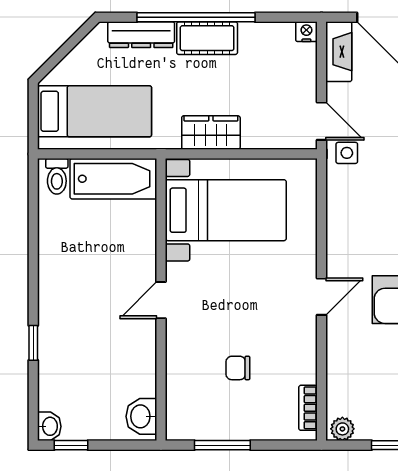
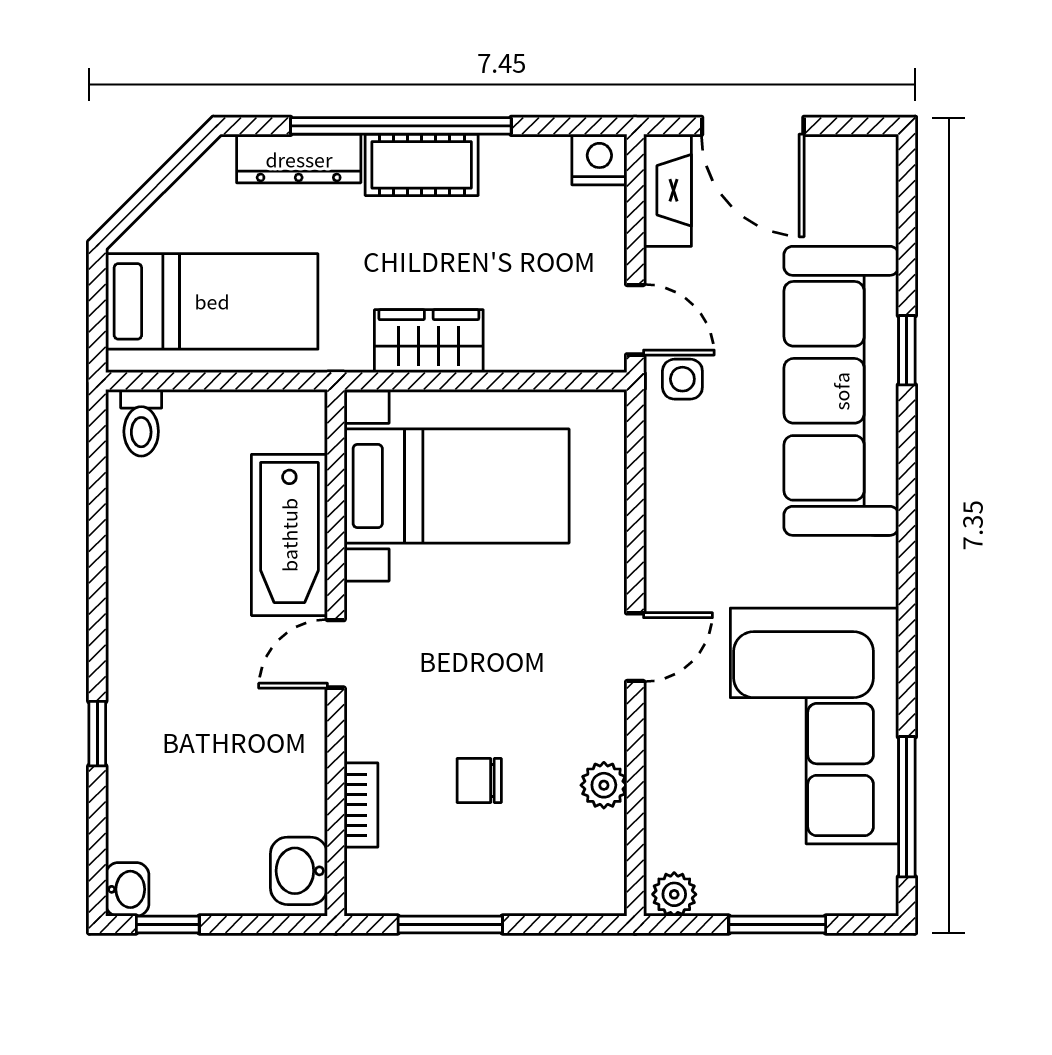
nightstand: (306, 32) -> (599, 160), width x1.39, depth x1.35
bathtub: (113, 179) -> (289, 535), moved, turned 90
plant: (305, 370) -> (604, 785), added
bookcase: (308, 408) -> (361, 805), moved, turned 180

